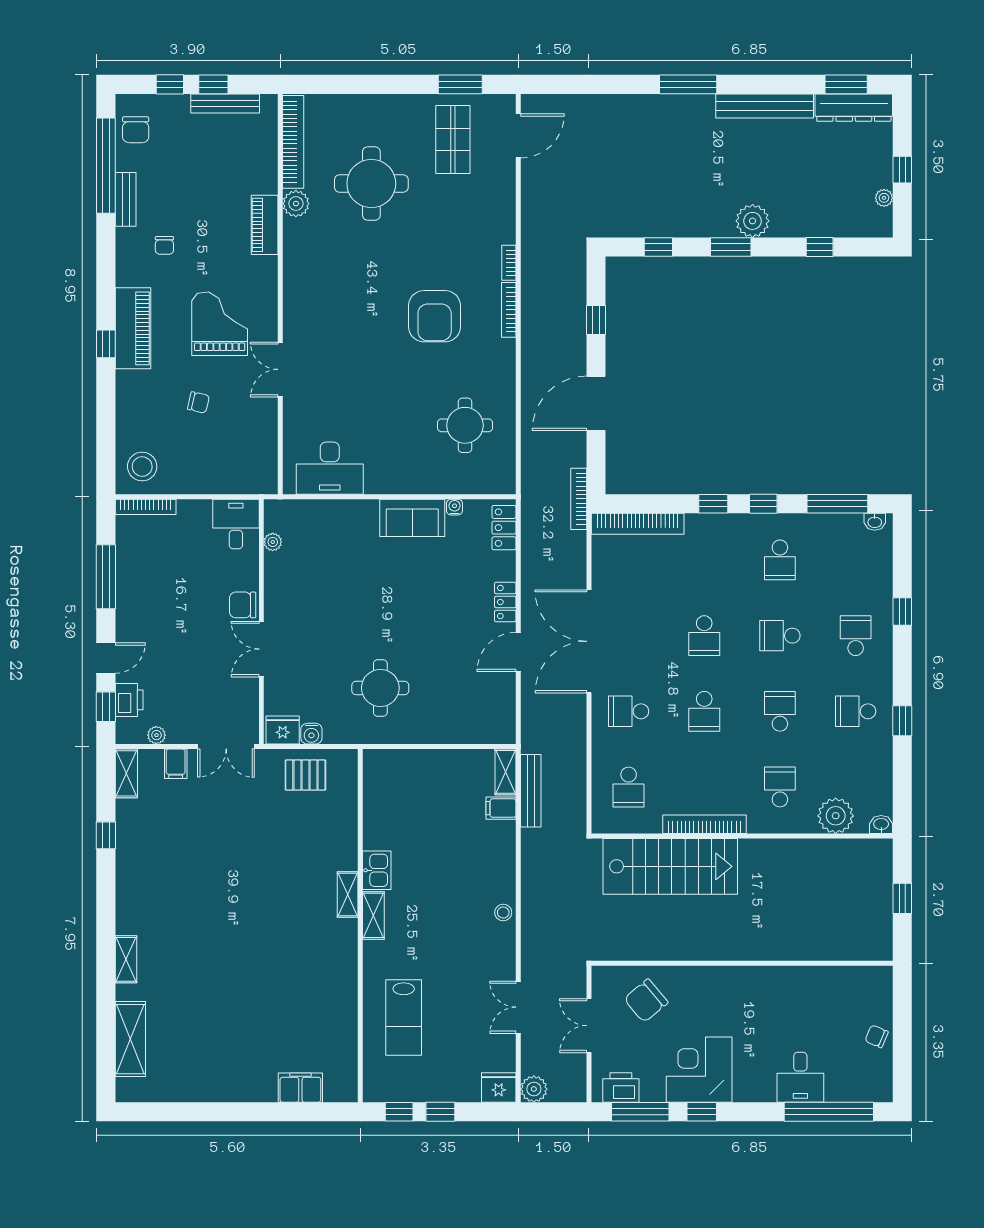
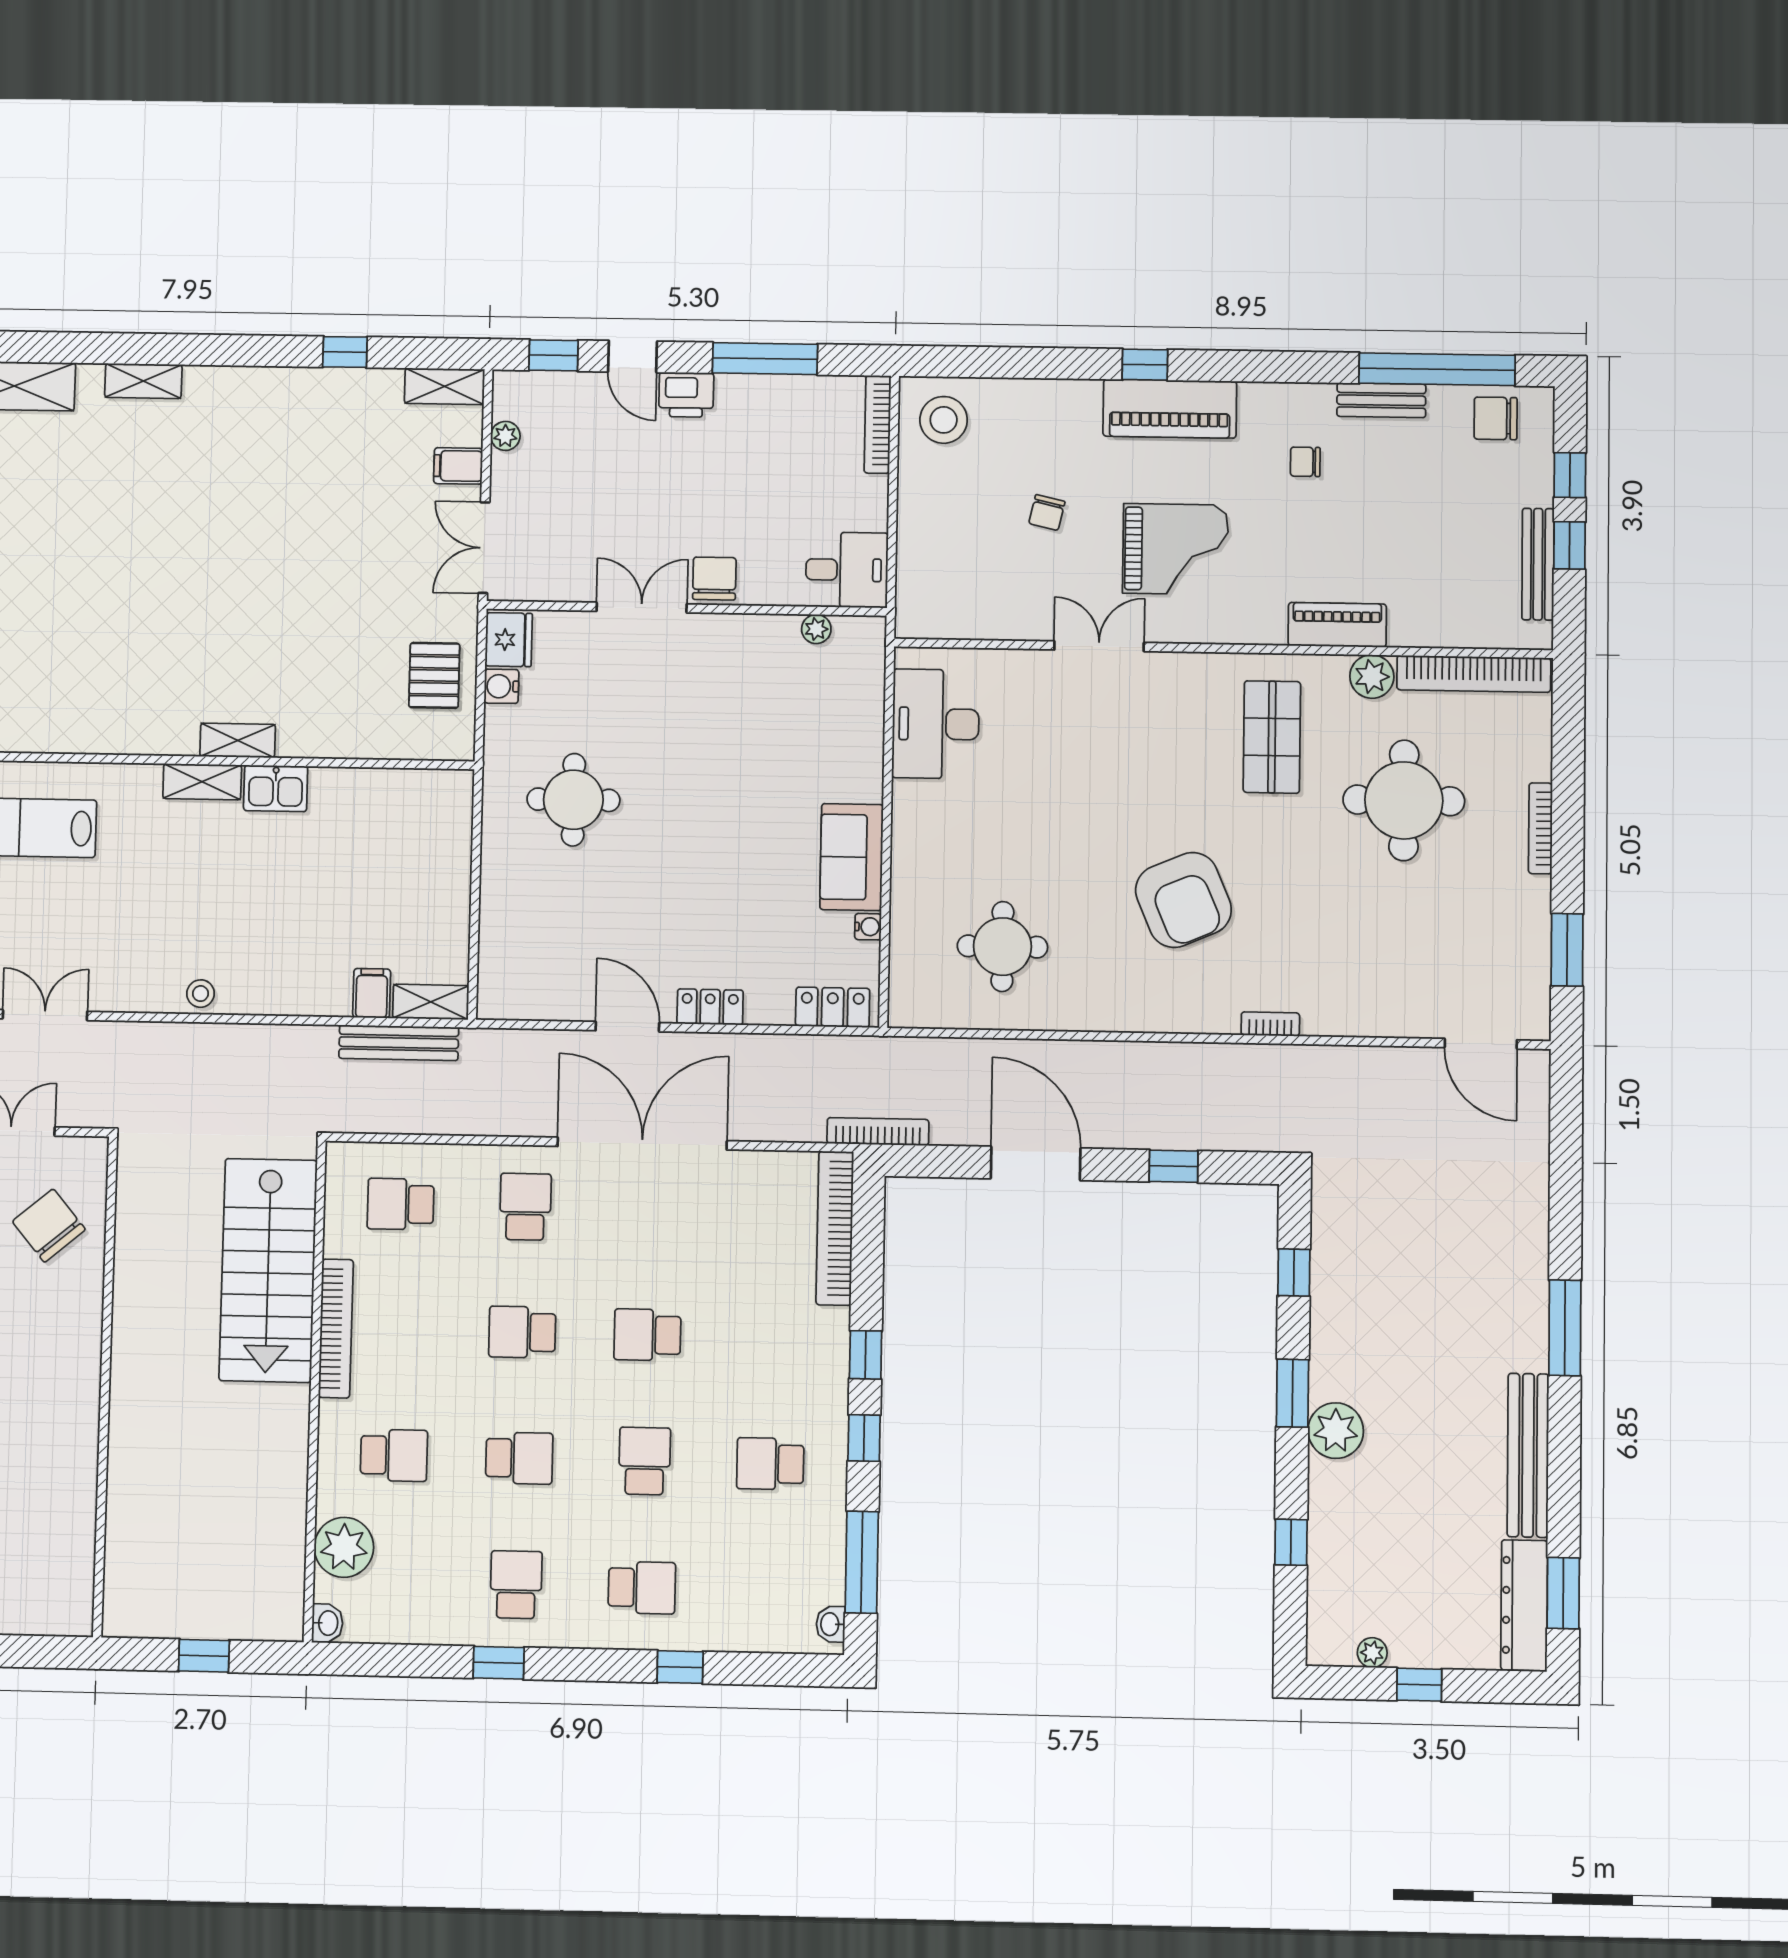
shop shelf: (453, 139) -> (1272, 737), moved, turned 90
bookcase: (509, 310) -> (1540, 828), moved, turned -90
armchair: (435, 316) -> (1183, 900), turned -113
printer: (129, 700) -> (686, 395), moved

